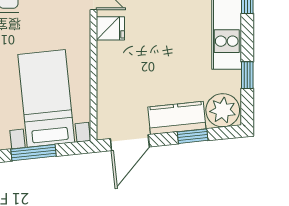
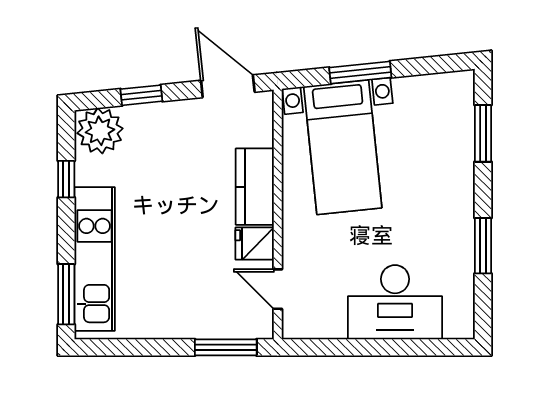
kitchen counter: (177, 118) -> (255, 187), moved, turned 96
door: (130, 143) -> (228, 86), hinge flipped

